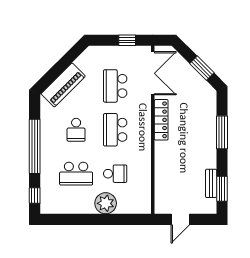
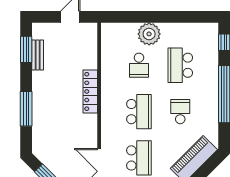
locker: (161, 120) -> (90, 91), moved
school desk: (76, 174) -> (180, 65), turned -90
school desk: (115, 174) -> (139, 65), turned -90

